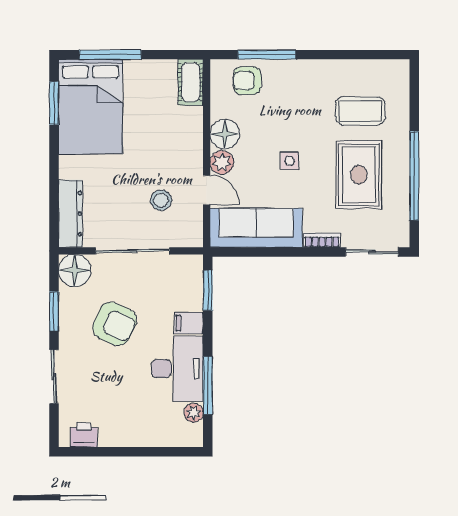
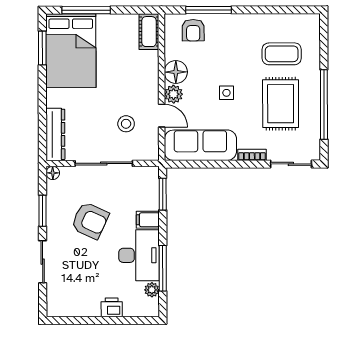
armchair: (247, 81) -> (193, 30), turned -90
floor lamp: (75, 271) -> (53, 173), width x0.53, depth x0.53
printer: (84, 435) -> (112, 307), moved

